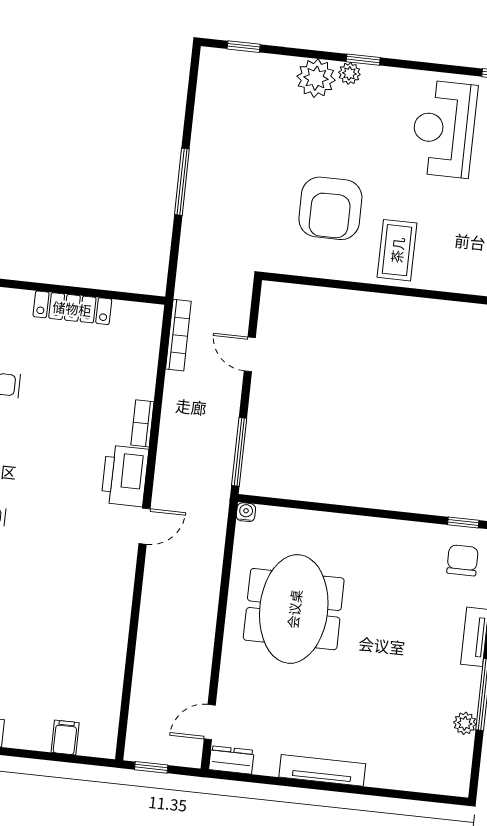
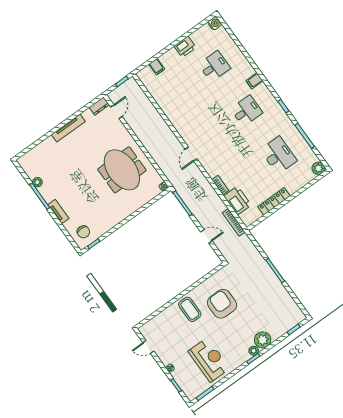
printer: (125, 476) -> (237, 201), moved

